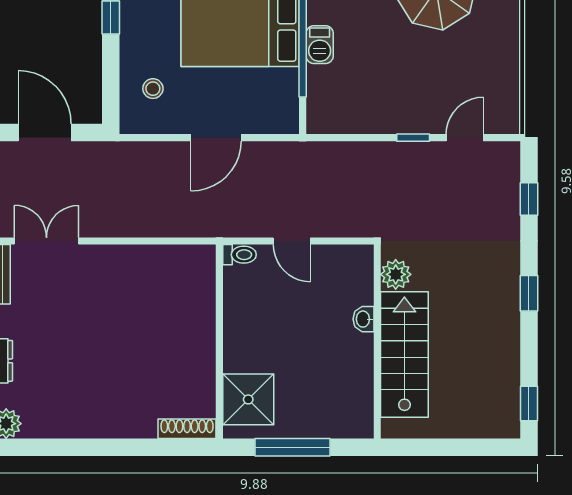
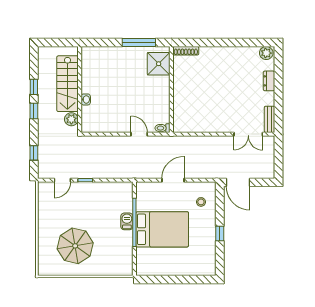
door: (45, 132) -> (238, 182), moved
plant: (396, 274) -> (71, 119), moved
washbasin: (364, 319) -> (86, 99), moved
wall: (377, 341) -> (80, 89), moved
stairs: (404, 355) -> (67, 84), moved
window: (529, 404) -> (34, 87), moved

